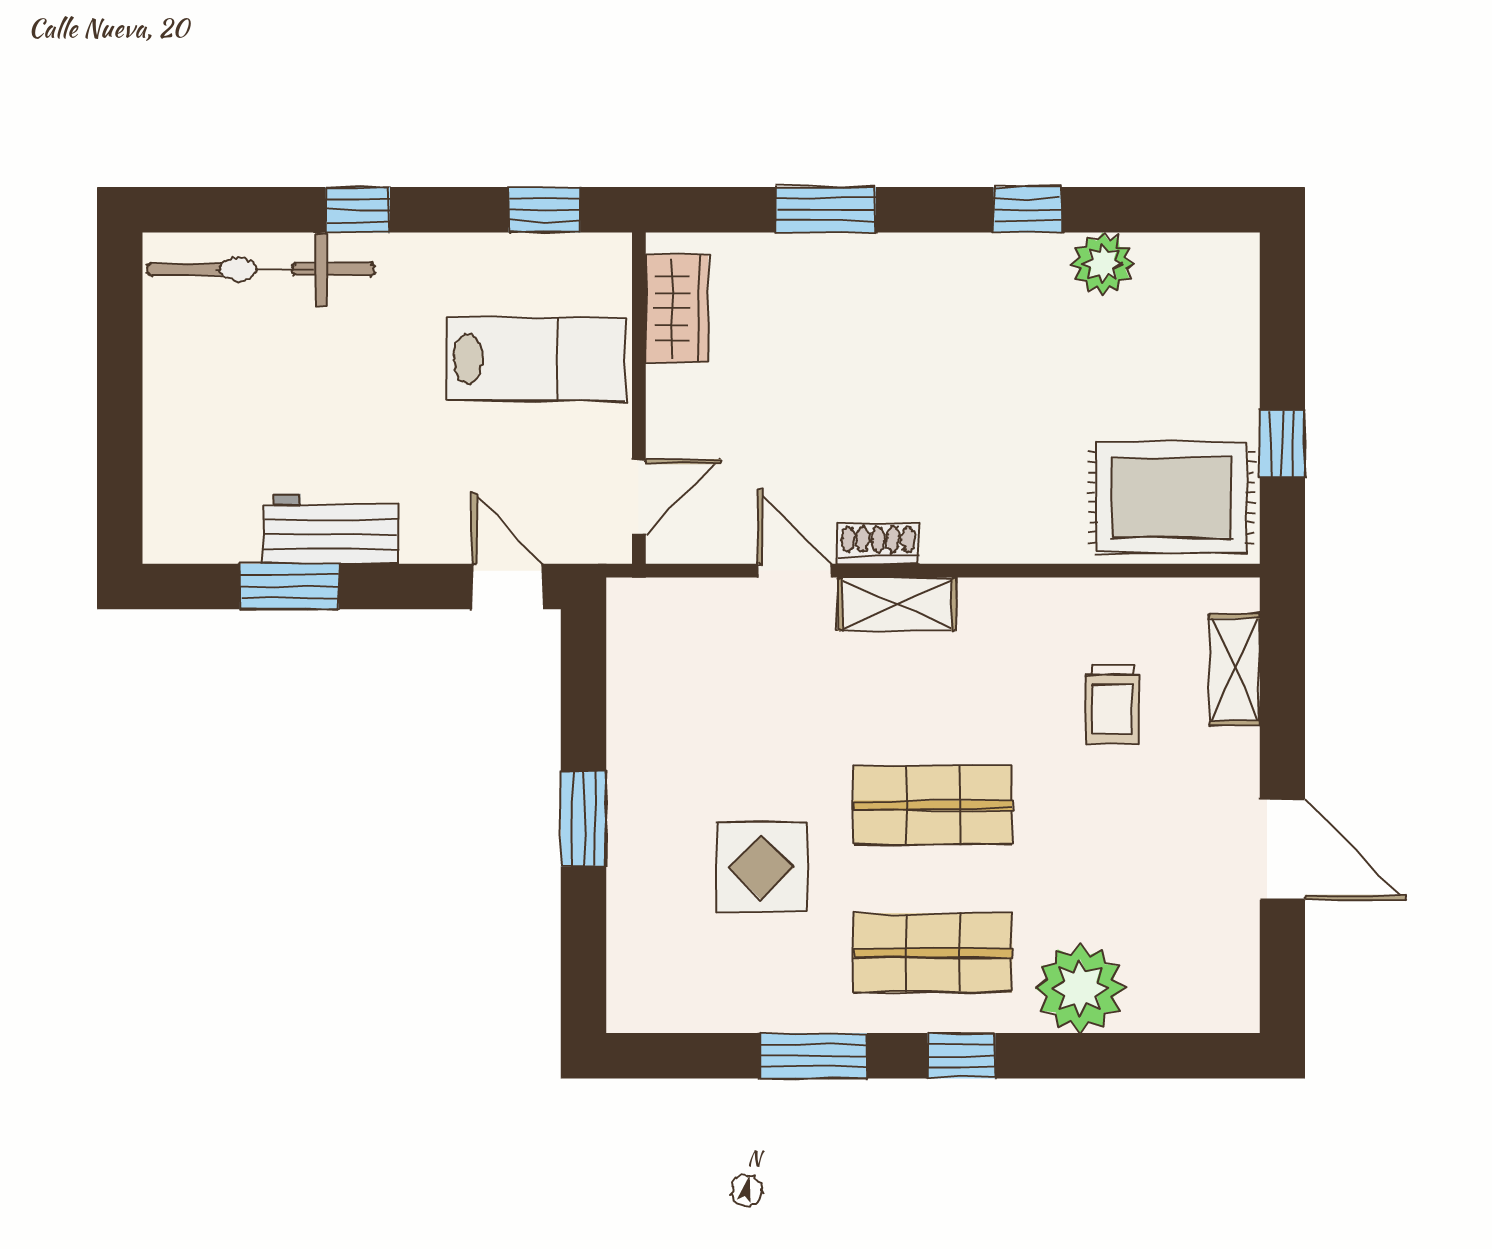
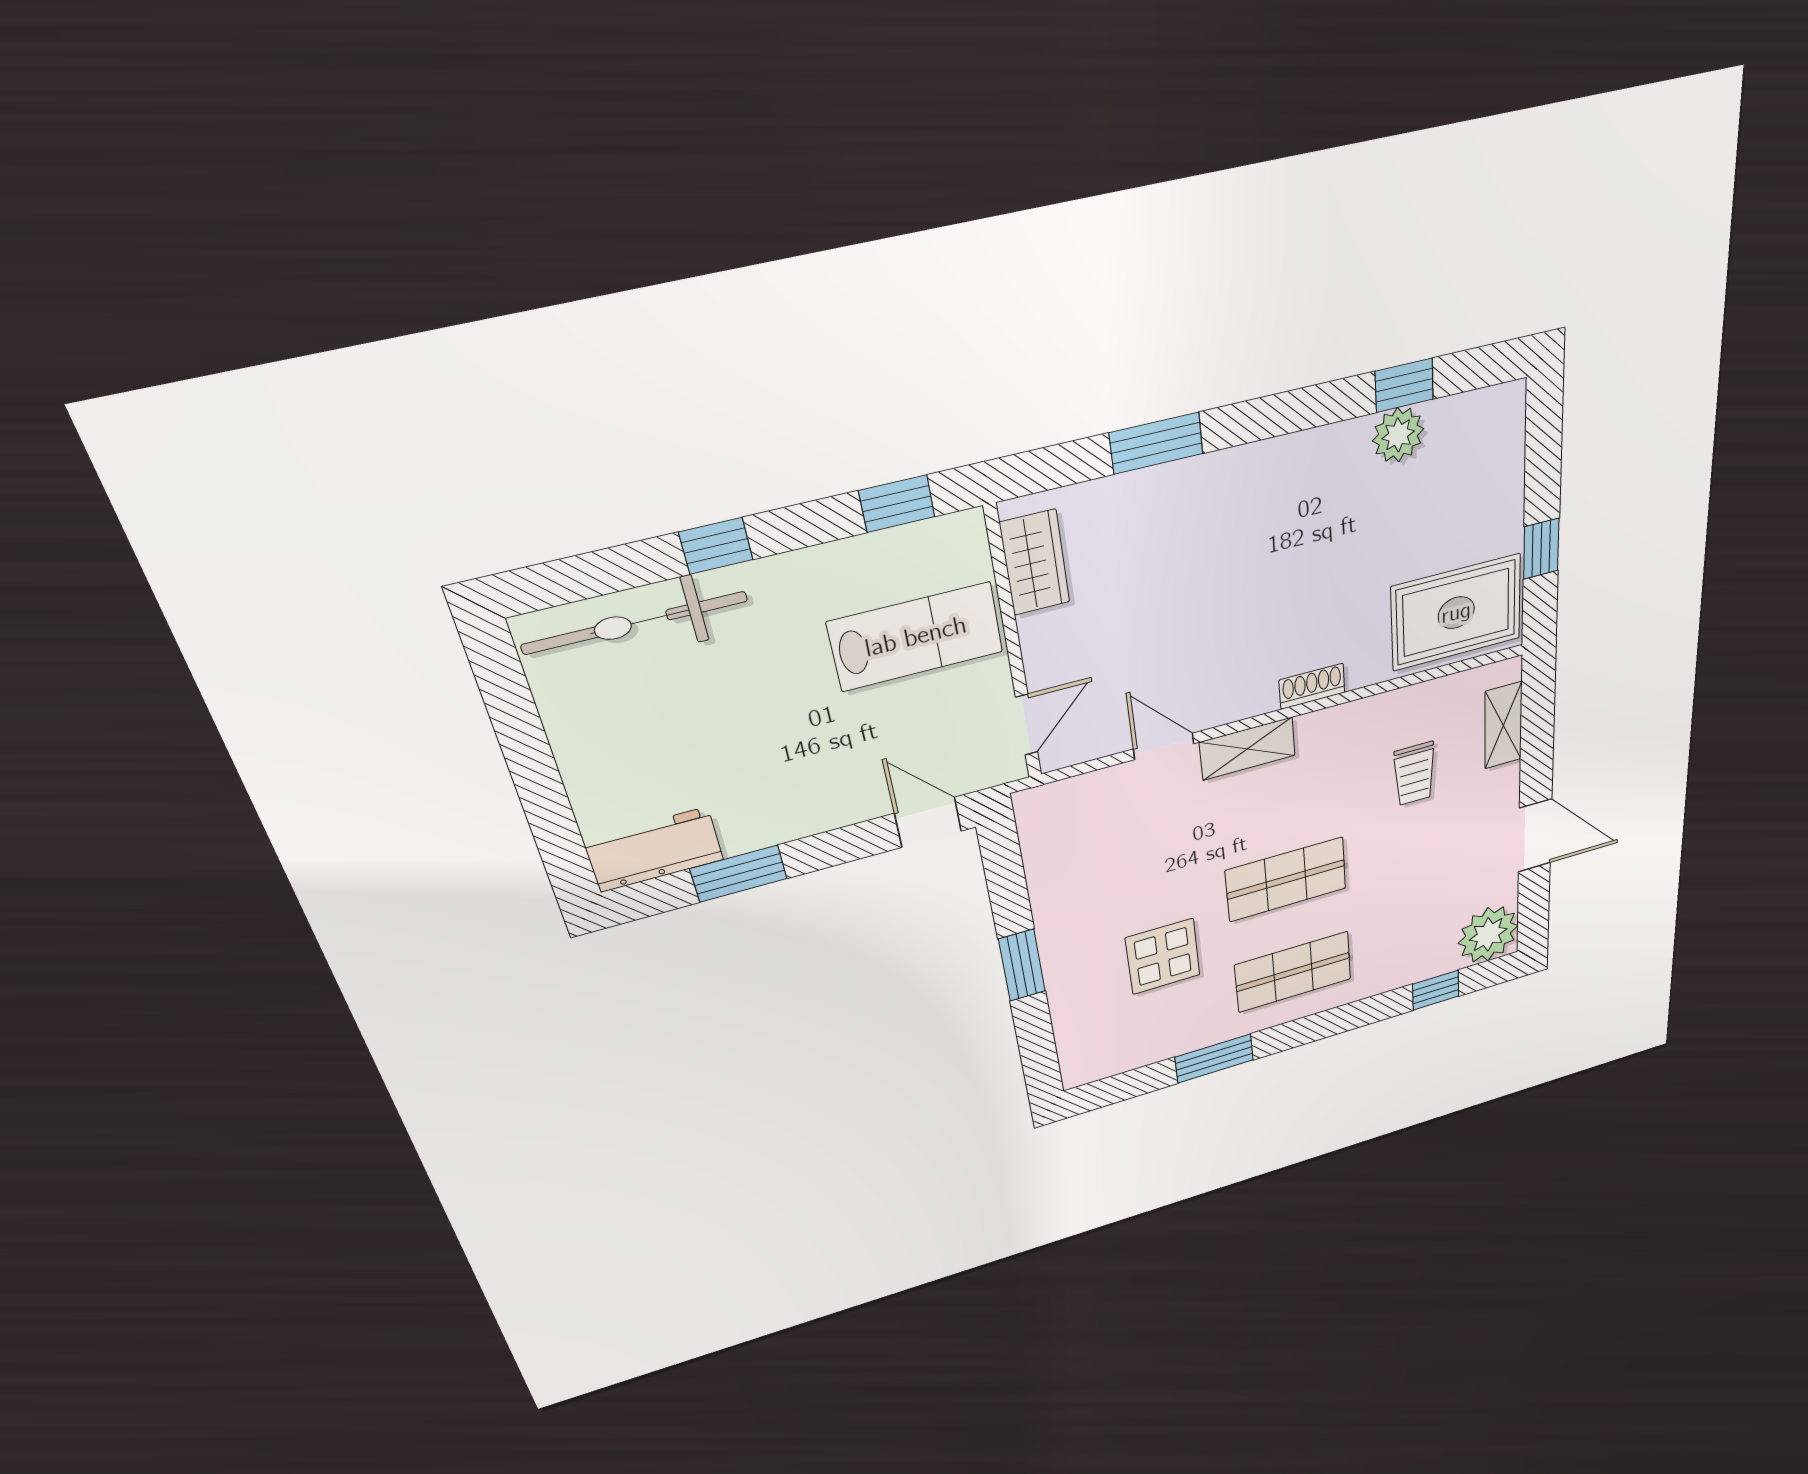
window: (1027, 210) -> (1404, 385), moved
workbench: (331, 529) -> (654, 850), moved
shoe rack: (878, 544) -> (1312, 686), moved
plant: (1080, 988) -> (1488, 934), moved
window: (961, 1056) -> (1436, 990), moved

